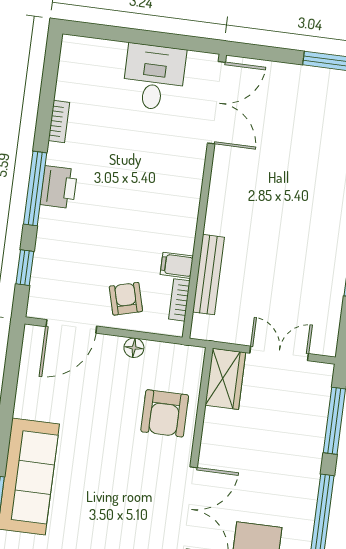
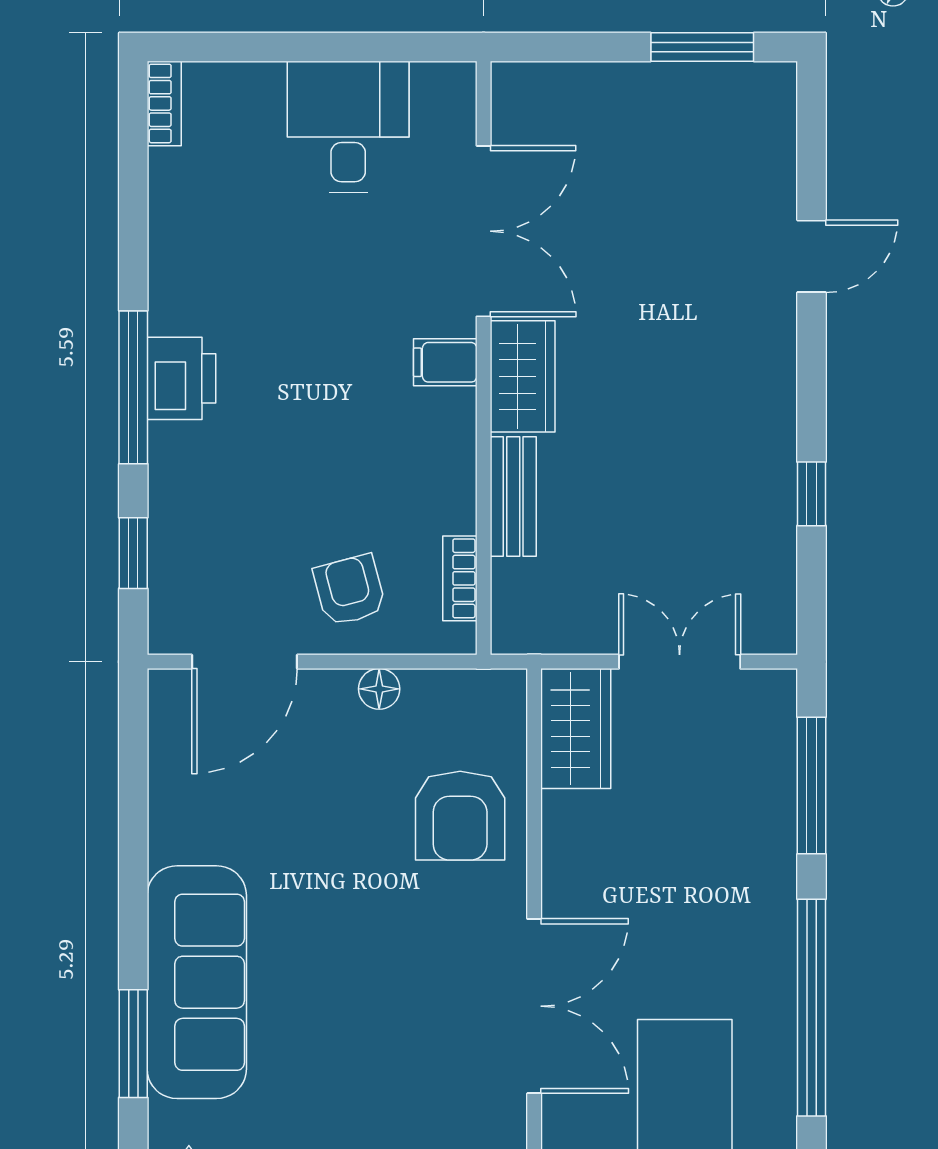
double door: (216, 103) -> (484, 231), moved
bookcase: (59, 121) -> (164, 103), moved
wardrobe: (222, 207) -> (523, 376), added
filing cabinet: (177, 265) -> (445, 362), moved
bench: (209, 275) -> (513, 497), width x0.73

